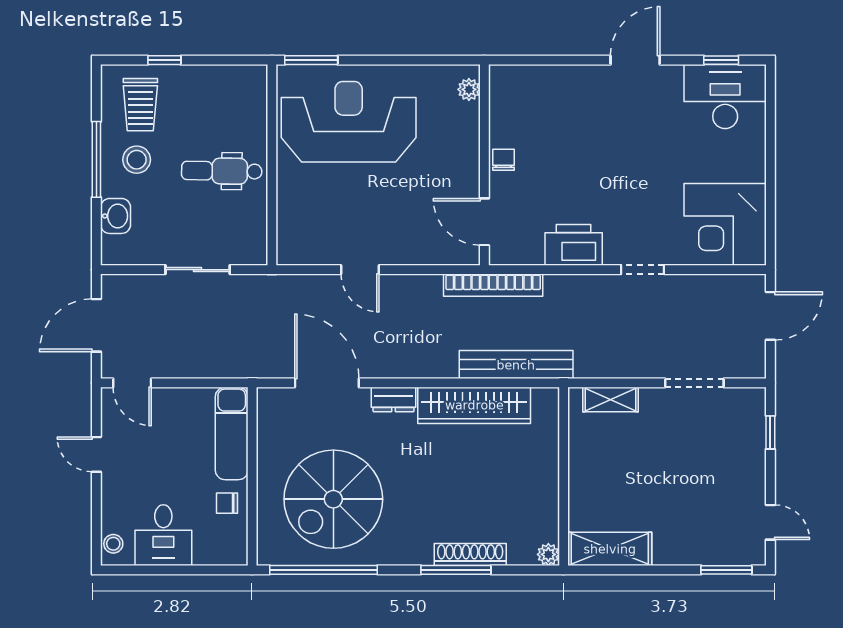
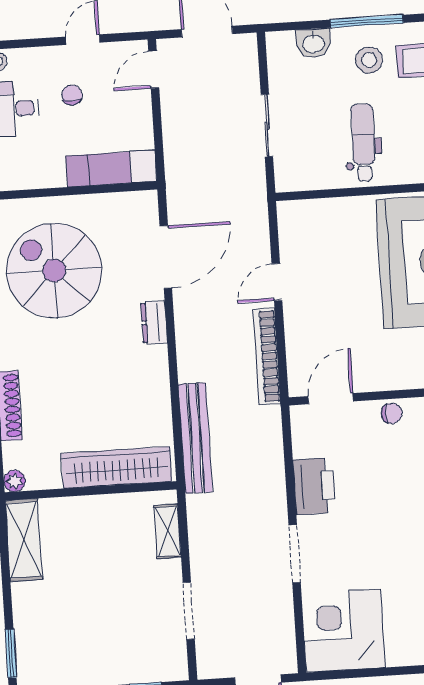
doorway: (642, 270) -> (295, 554), width x1.38
bookcase: (493, 285) -> (267, 356), moved
wardrobe: (474, 405) -> (116, 467), moved, turned 90
chair: (227, 503) -> (72, 95), moved

